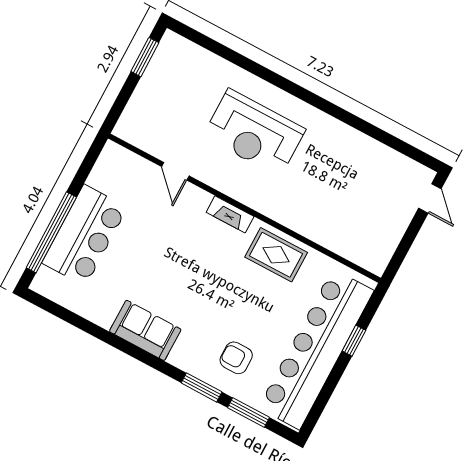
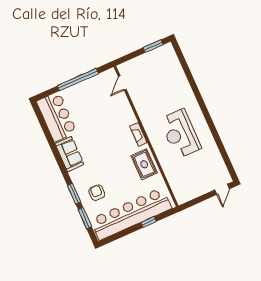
reception desk: (254, 133) -> (180, 134), moved
door: (175, 171) -> (122, 83), moved
window: (51, 232) -> (78, 80), moved
bar counter: (85, 235) -> (57, 117), moved, turned -90

